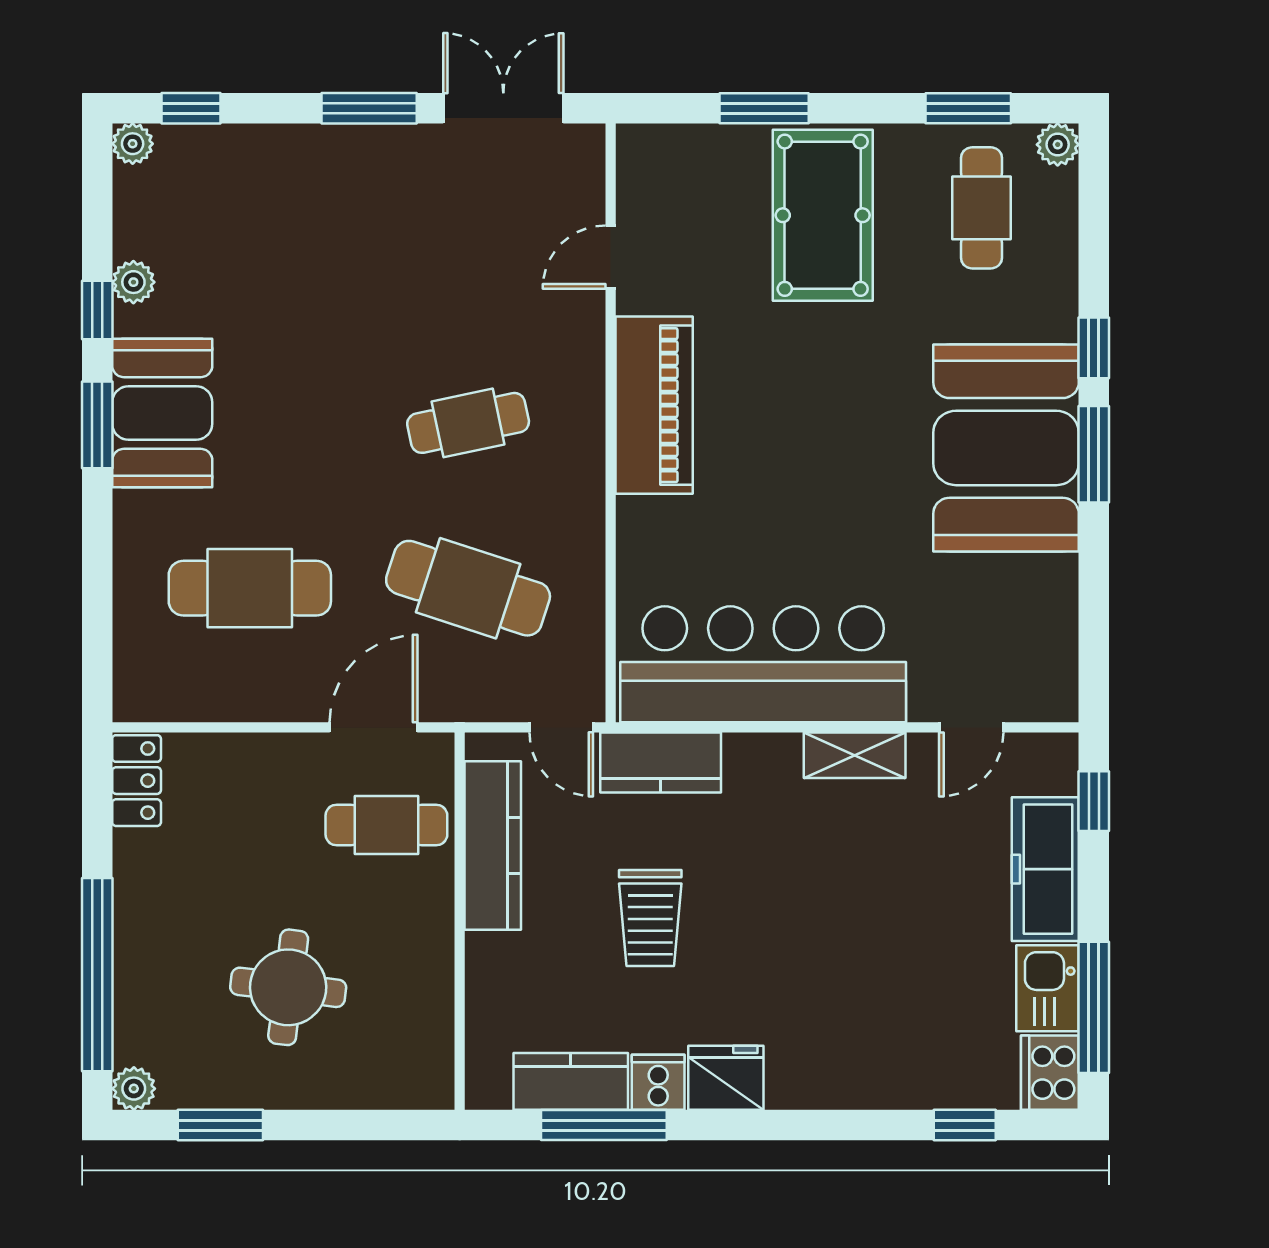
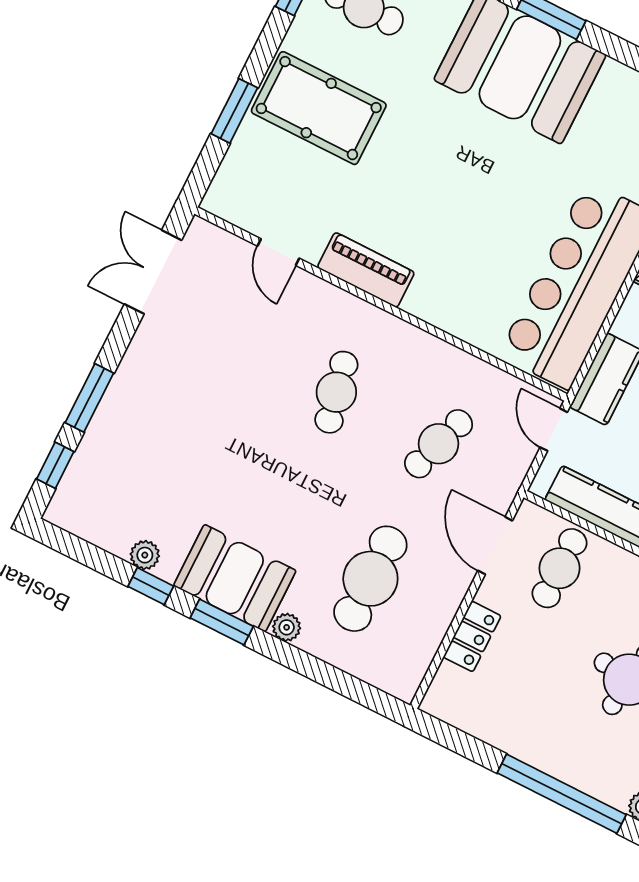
window: (369, 108) -> (89, 398), moved
plant: (133, 144) -> (287, 627), moved
piano: (654, 405) -> (366, 270), width x0.73, depth x0.75
cafe table: (468, 588) -> (439, 444), width x0.73, depth x0.74
door: (561, 727) -> (554, 430), swing flipped
locker: (137, 781) -> (472, 636), moved, turned 90

